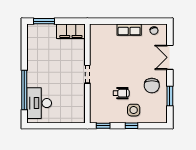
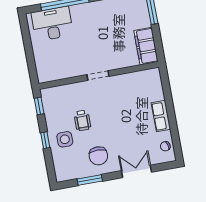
chair: (152, 86) -> (98, 156), turned -90

